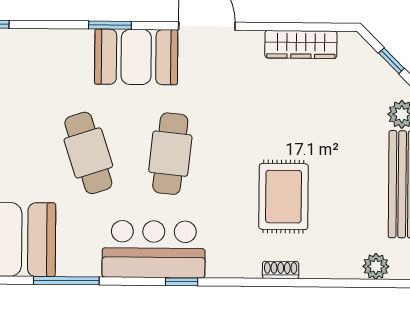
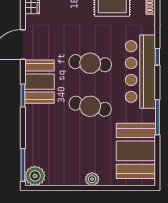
cafe table: (88, 153) -> (90, 106), turned 30
bar counter: (154, 249) -> (140, 72), width x1.36

